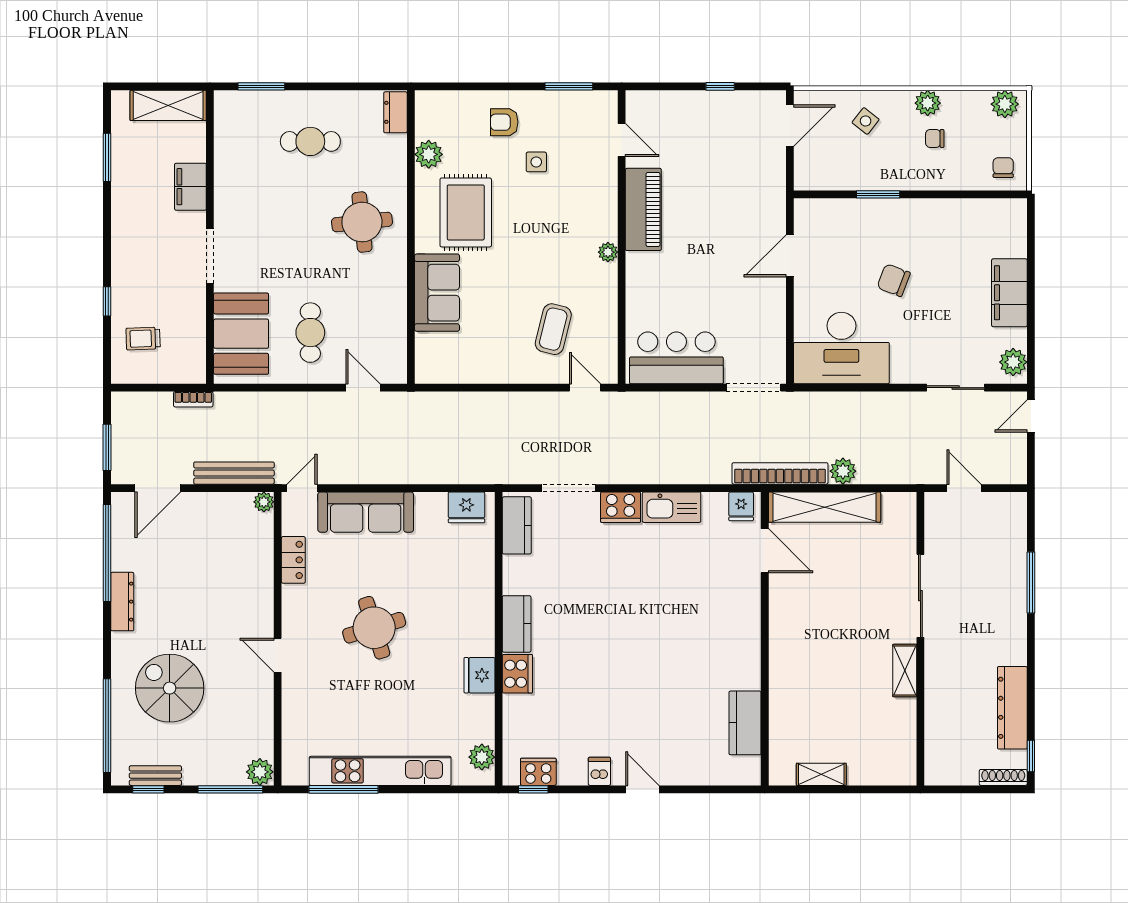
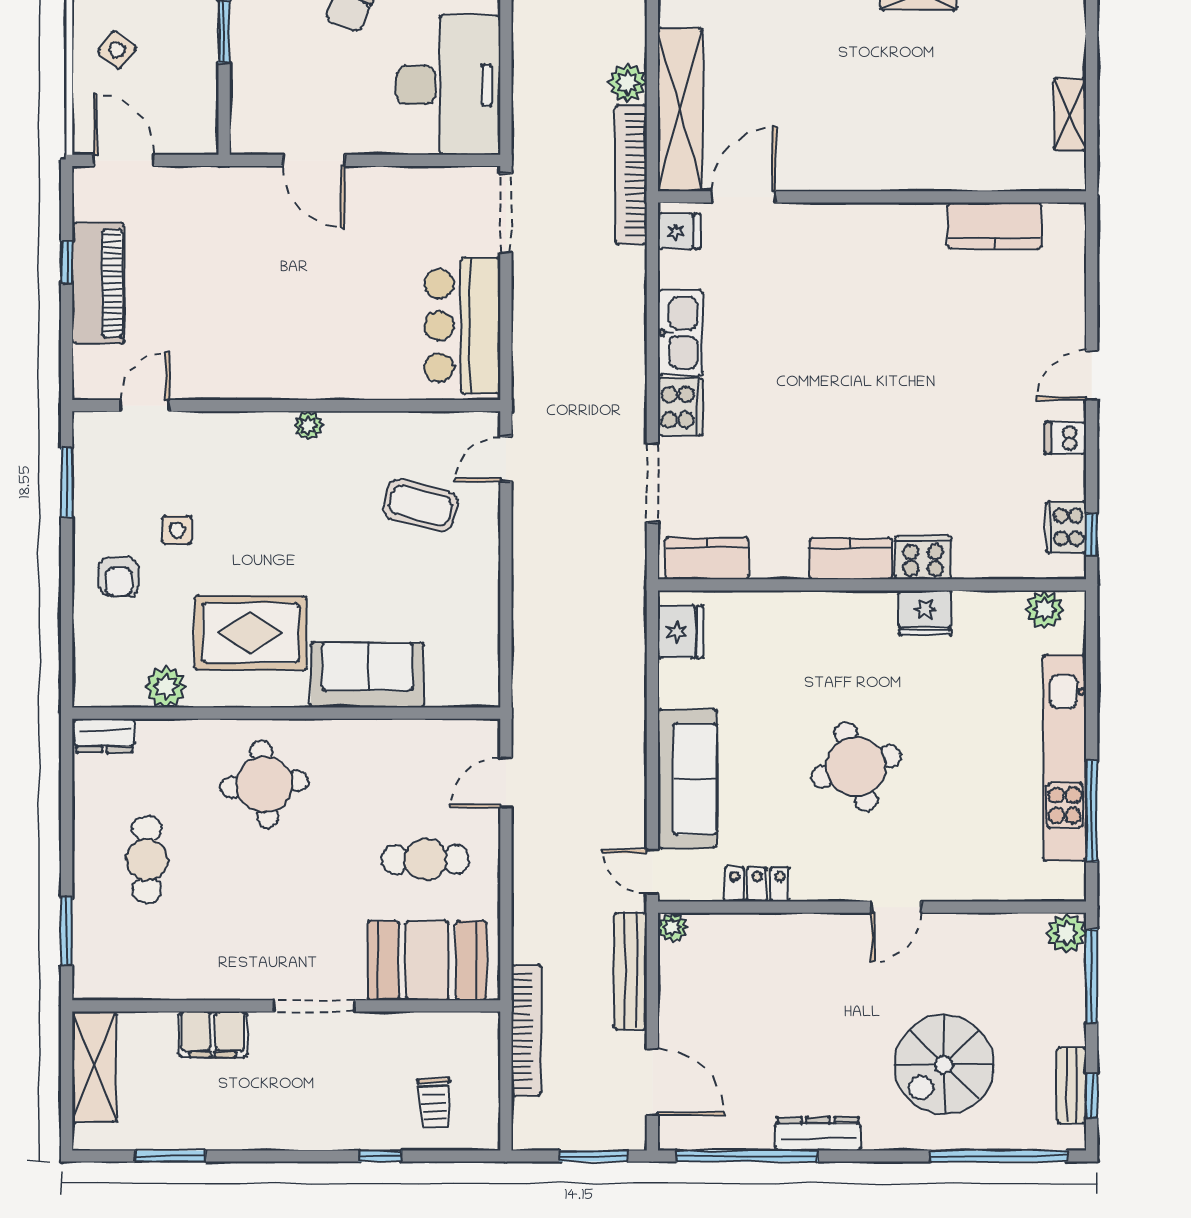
piano: (643, 209) -> (98, 283), moved, turned 90
bookcase: (193, 399) -> (526, 1030), width x2.31, depth x1.31

